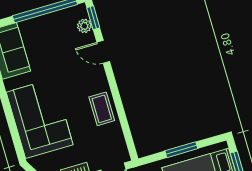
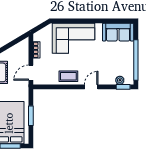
door: (103, 52) -> (91, 87), moved

